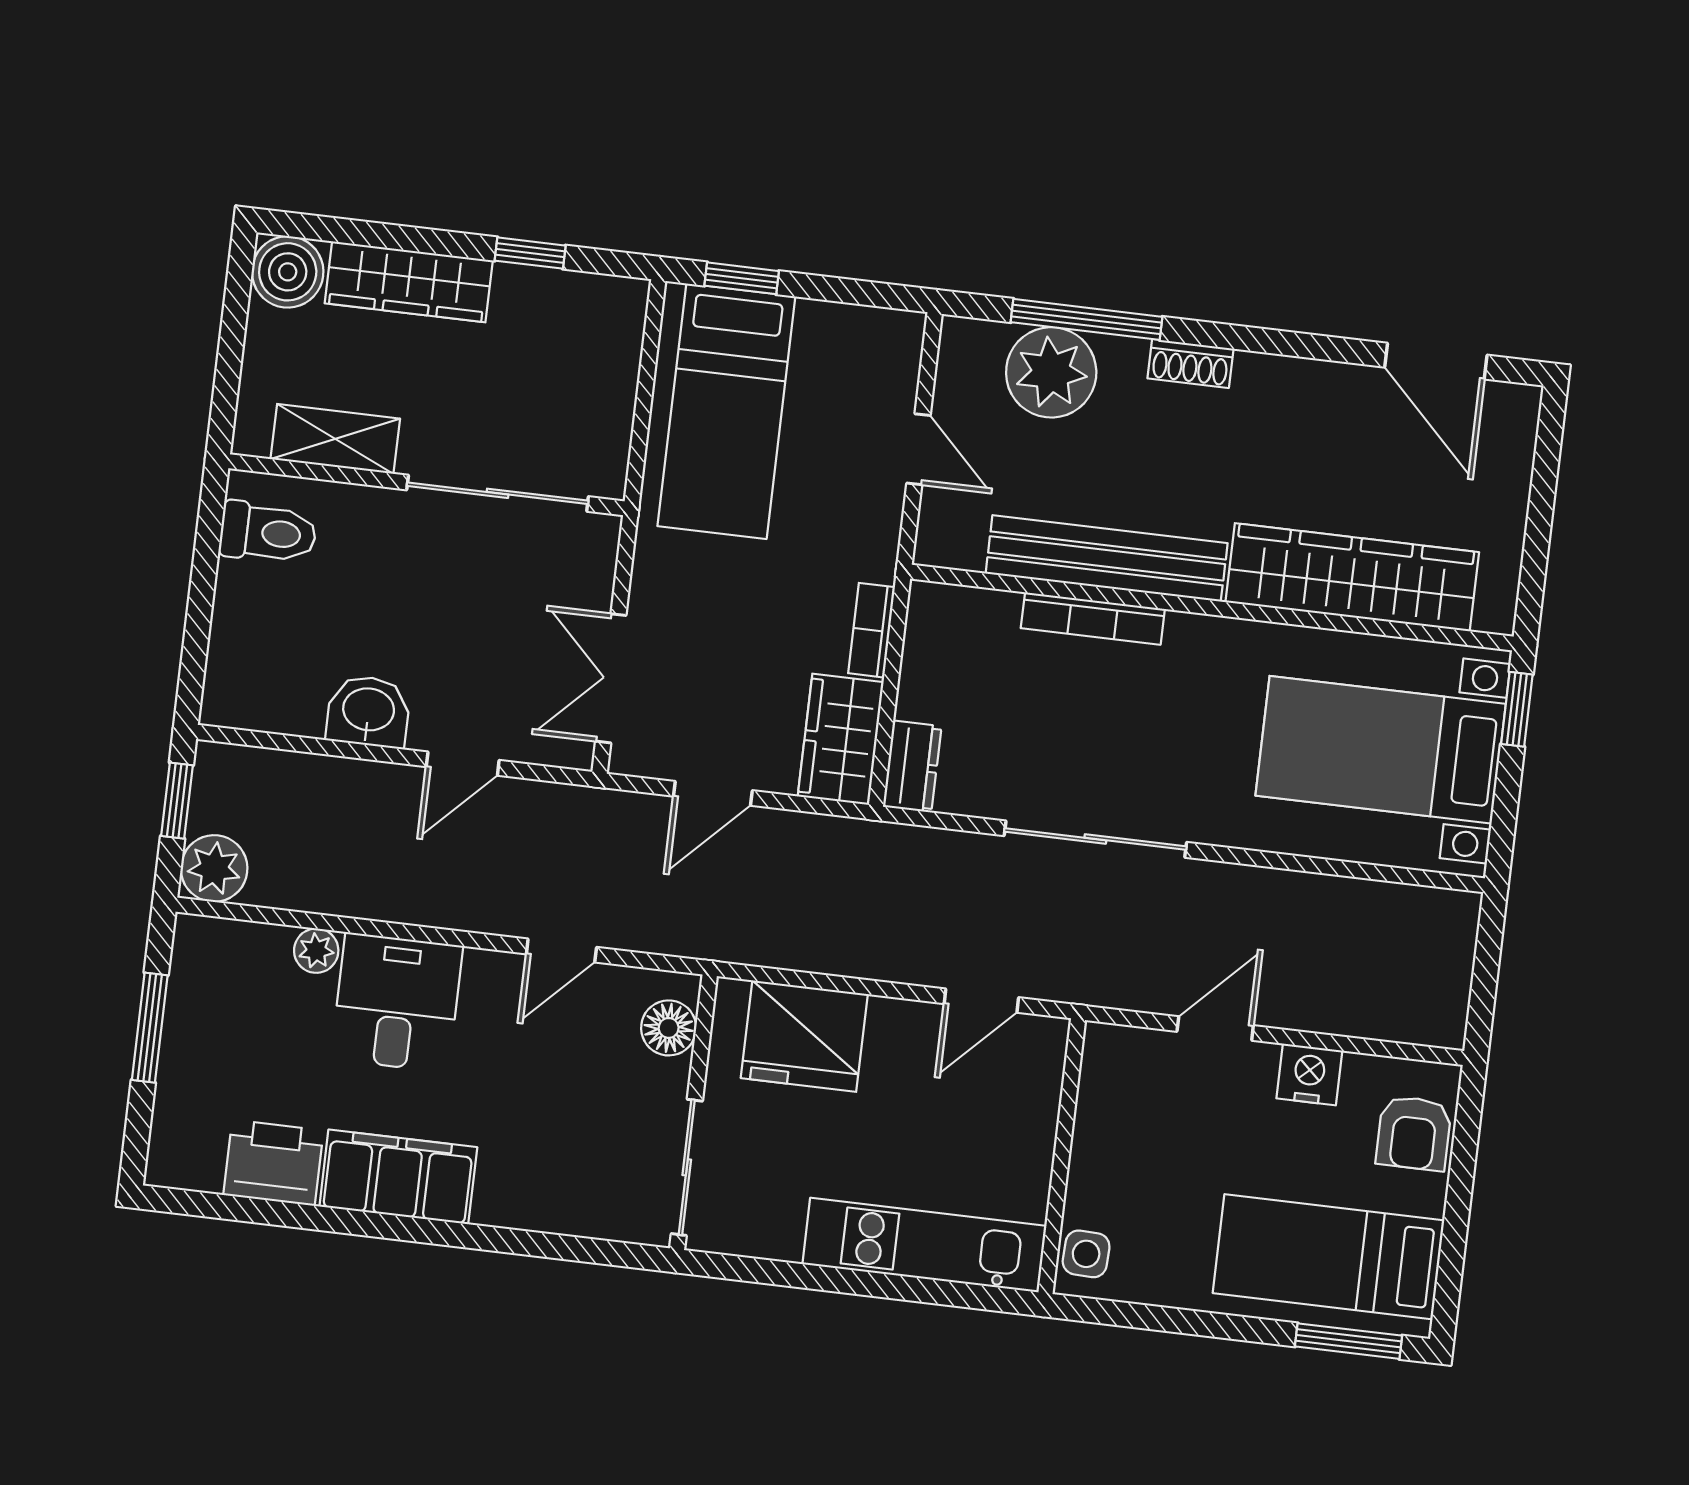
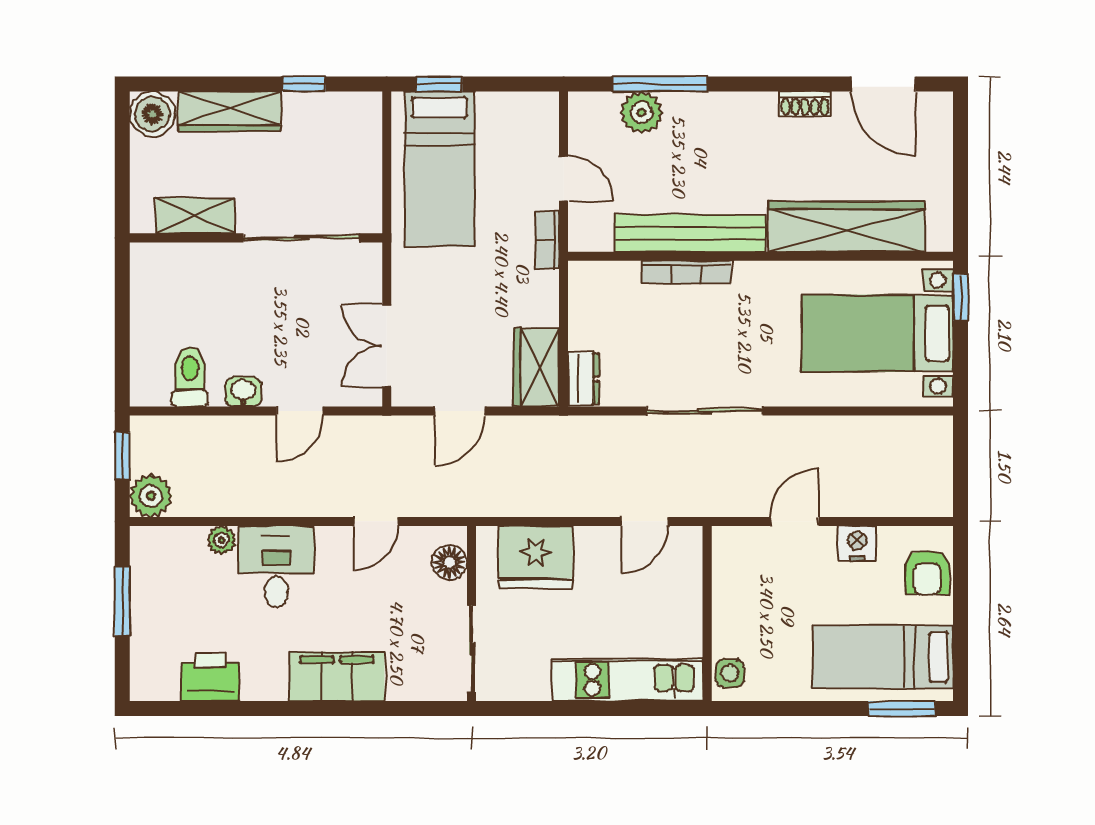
shoe rack: (1191, 364) -> (805, 104), moved
plant: (1051, 372) -> (641, 112), width x0.73, depth x0.73
toilet: (268, 533) -> (190, 377), moved, turned -90
bookcase: (871, 630) -> (548, 240), moved
washbasin: (368, 711) -> (243, 392), width x0.72, depth x0.69
filing cabinet: (398, 1177) -> (337, 677), moved

